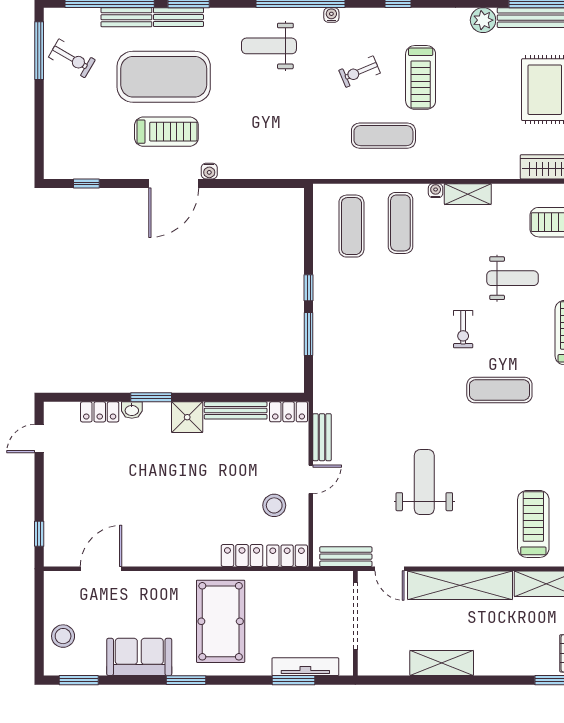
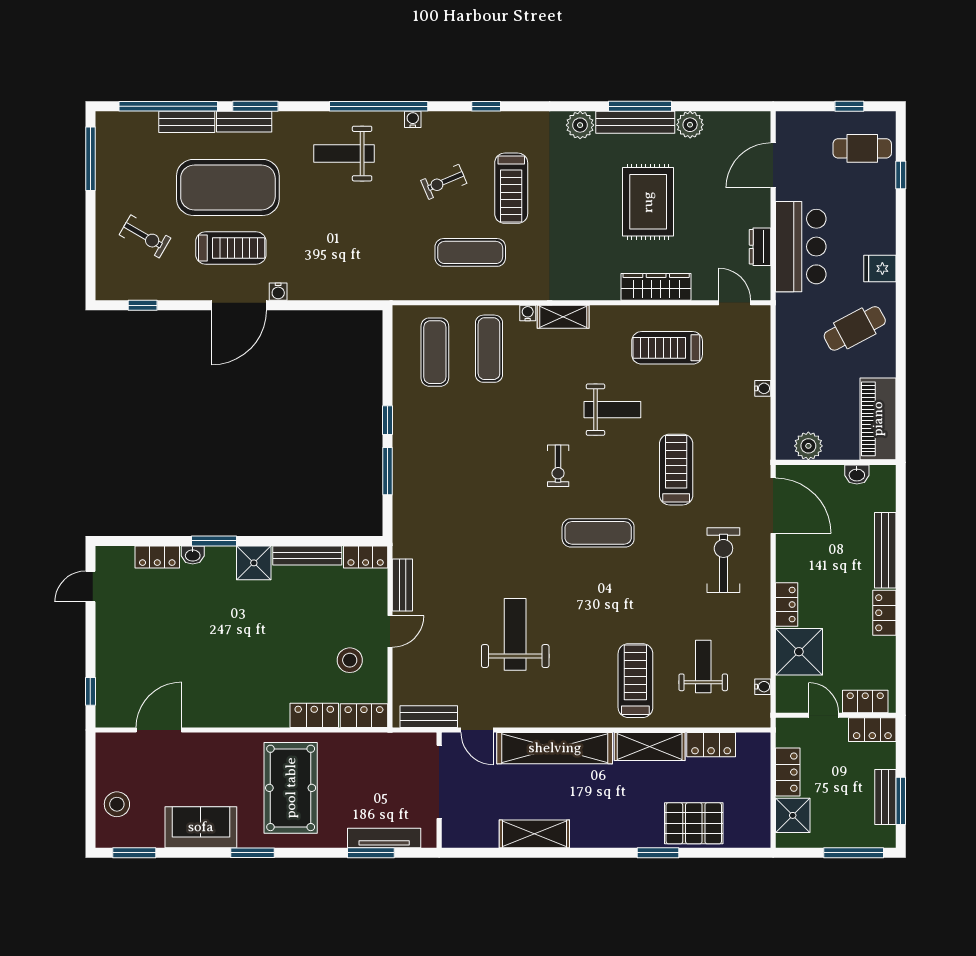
exercise bike: (72, 58) -> (145, 236), moved

